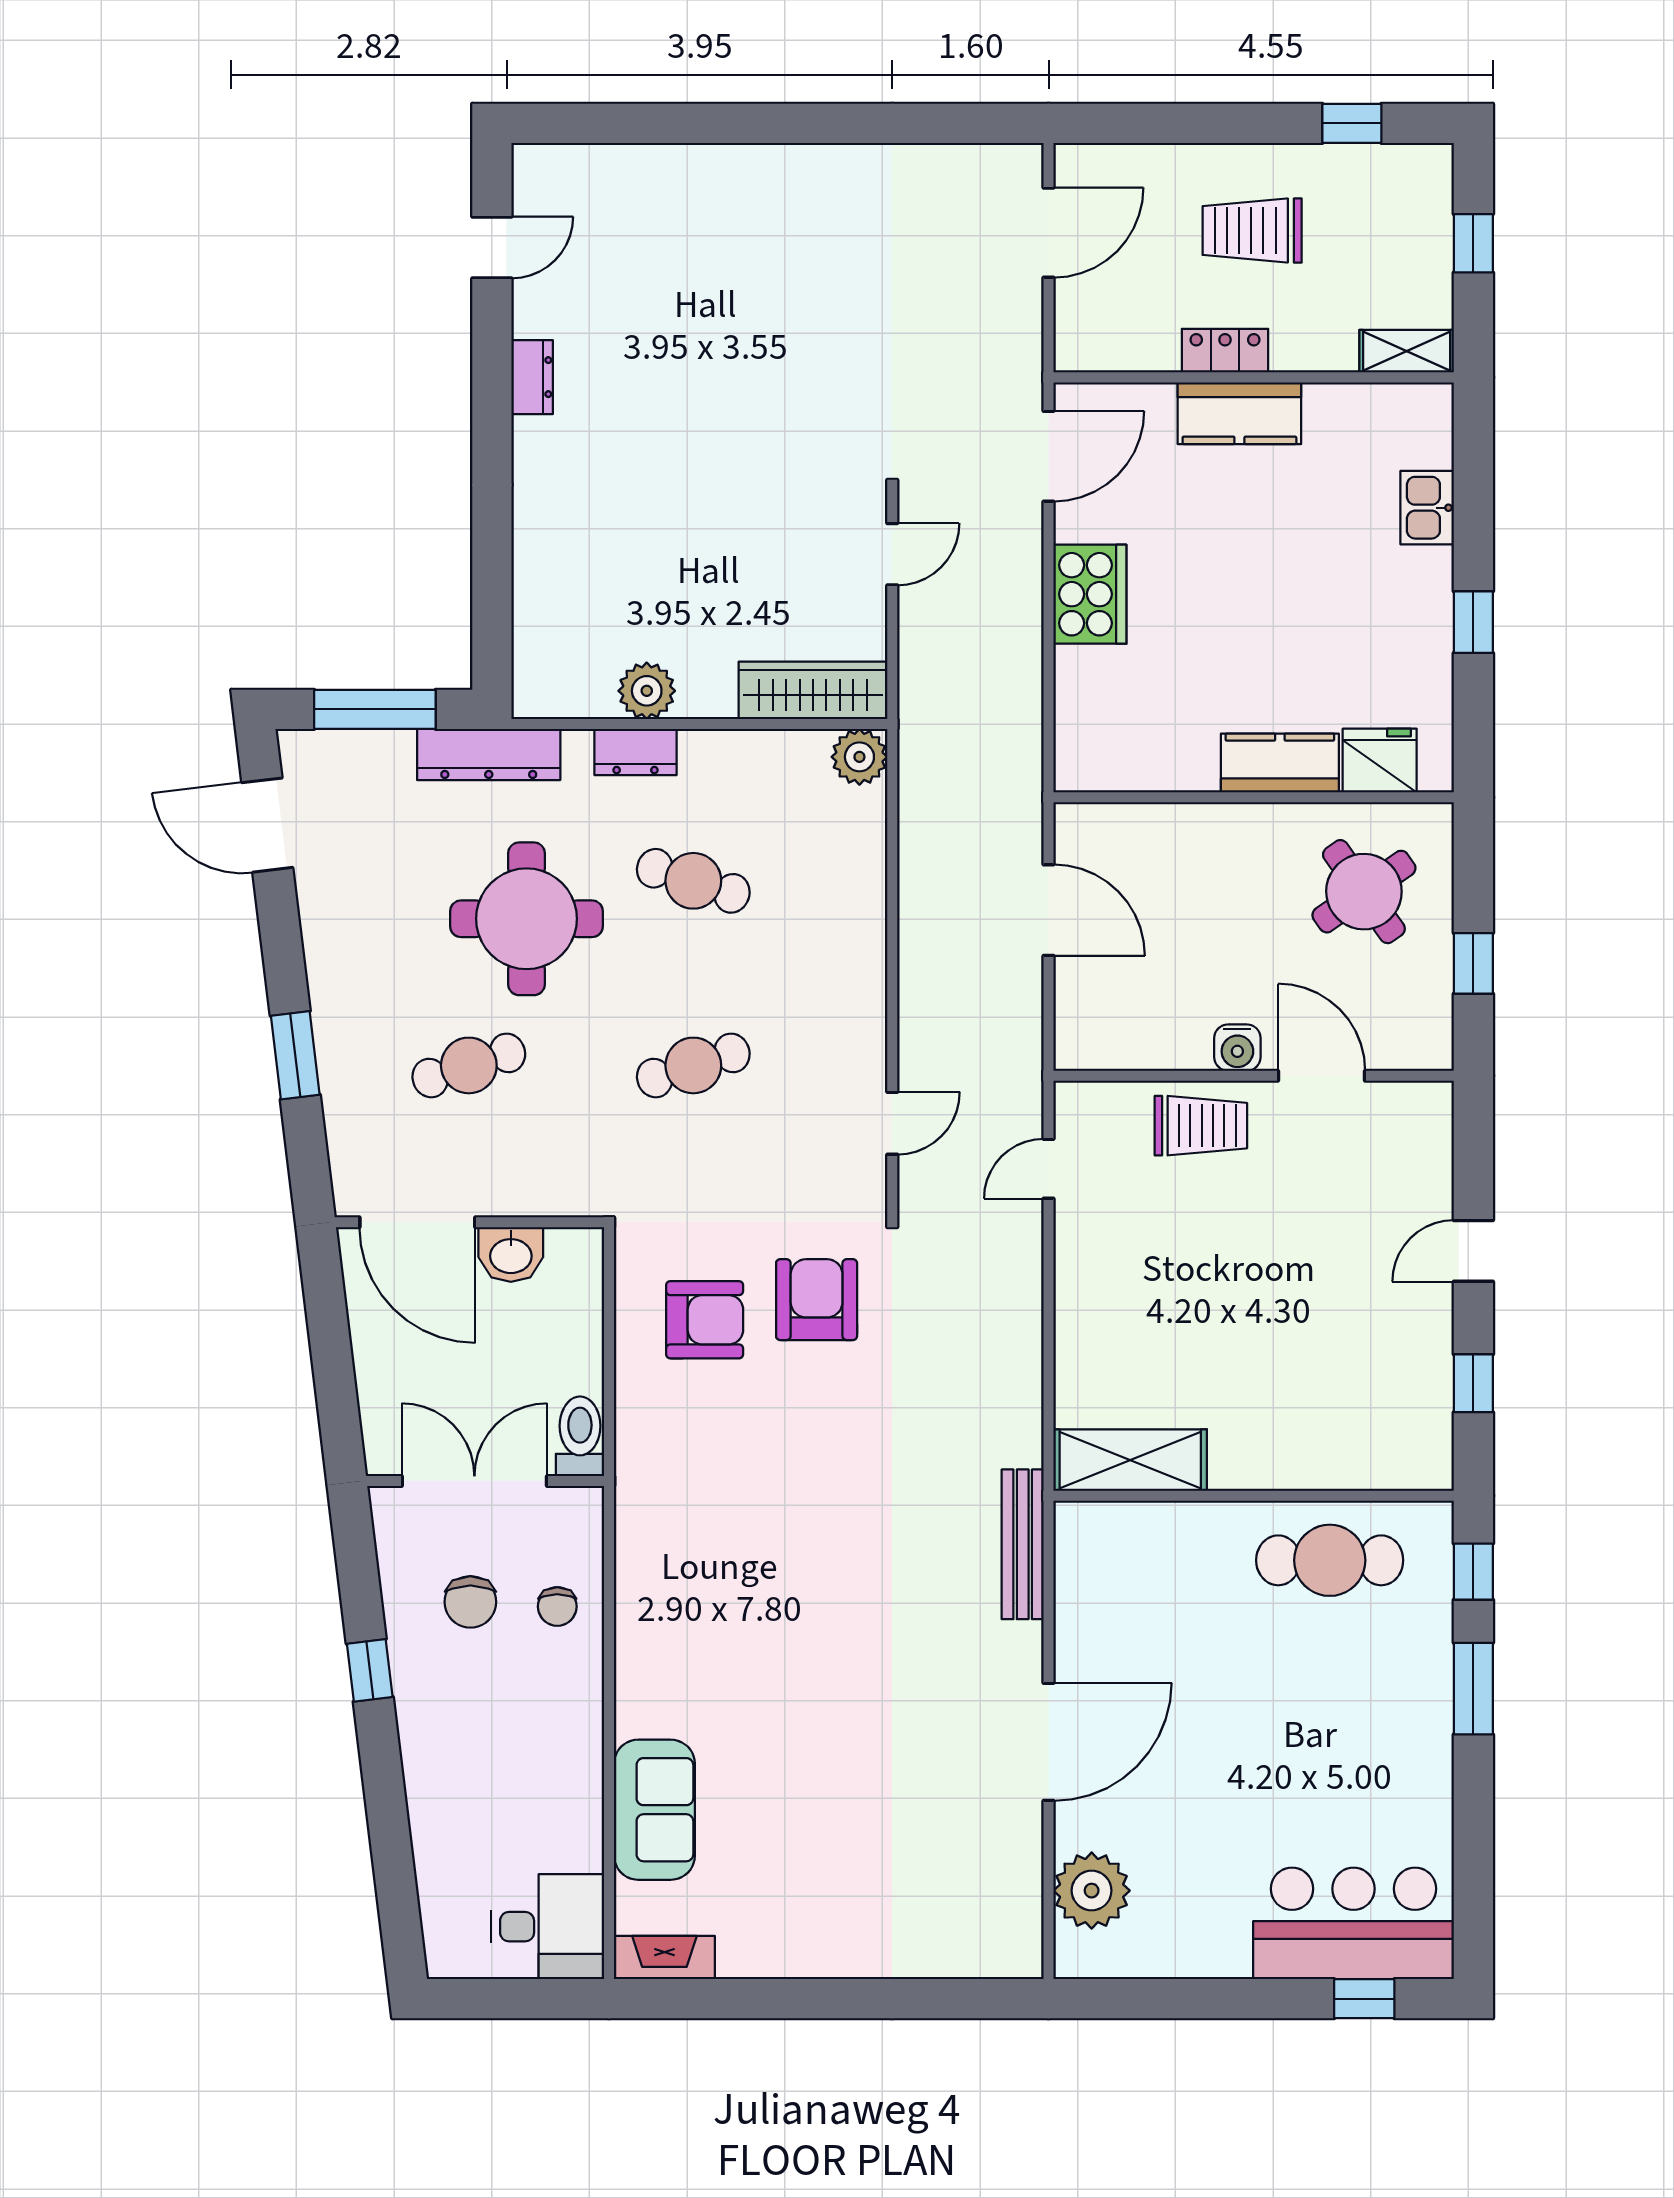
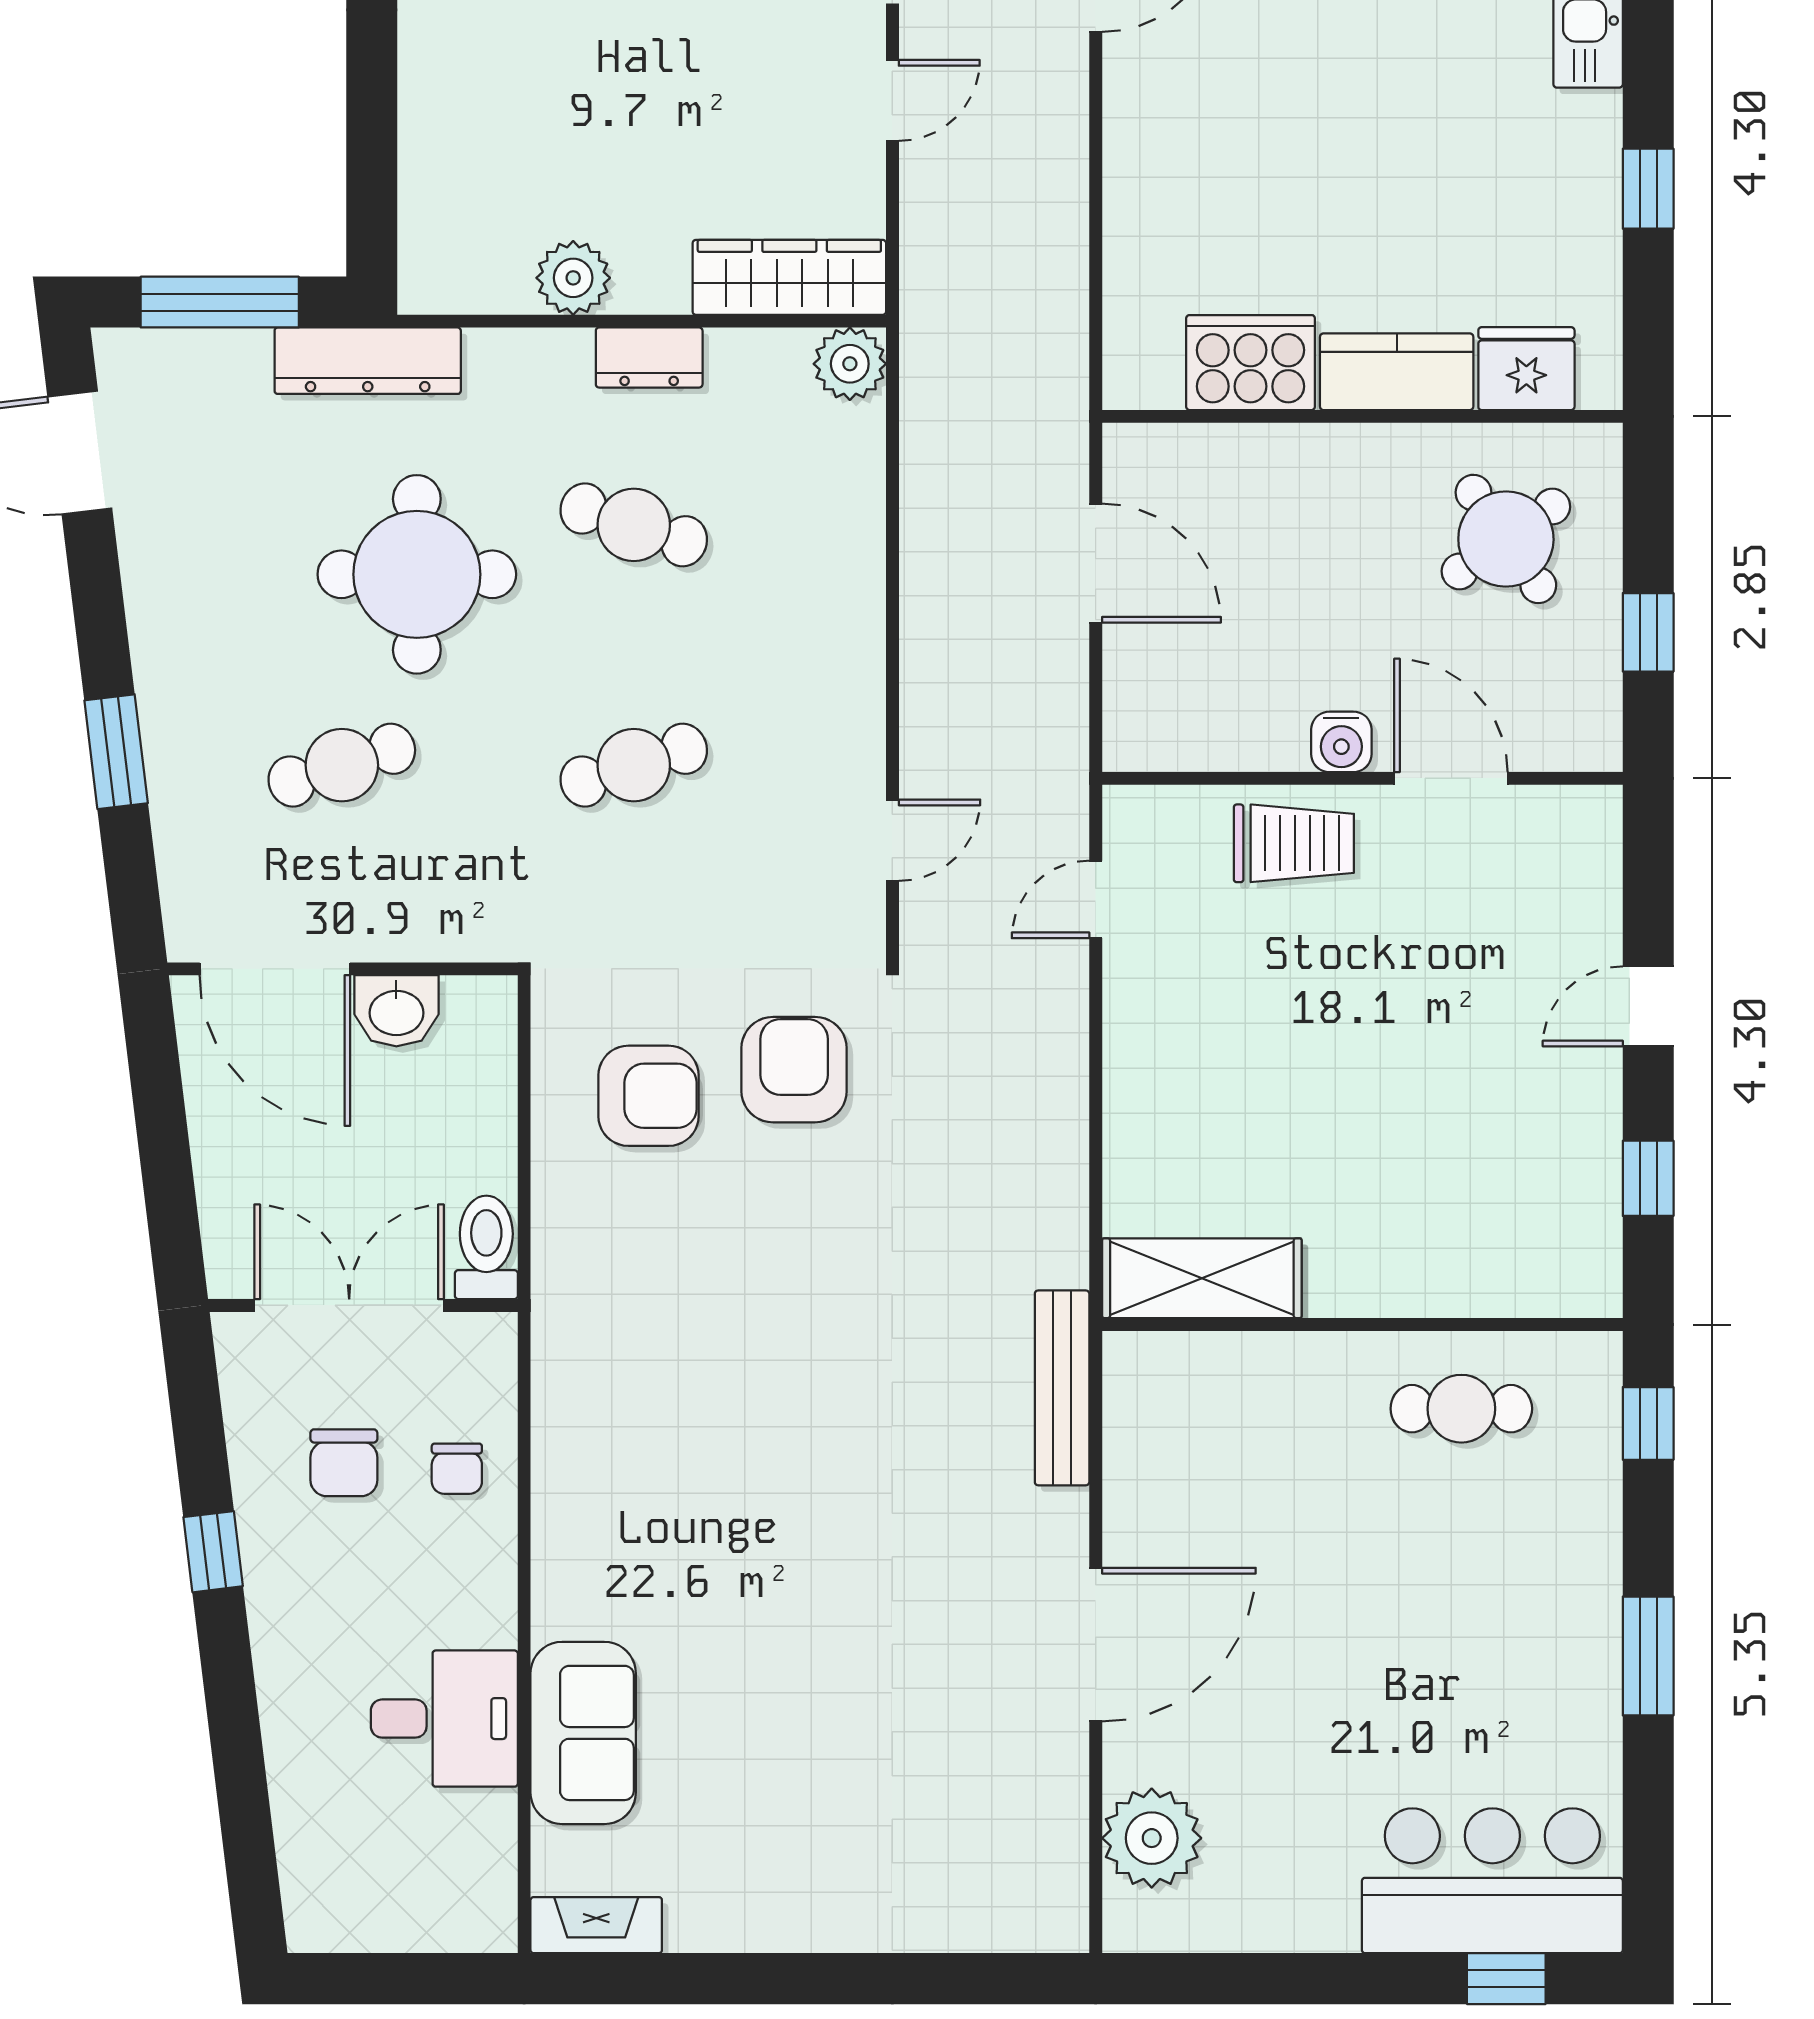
cooker: (1090, 594) -> (1251, 363), moved, turned -90
dresser: (636, 752) -> (649, 358), moved
cafe table: (1330, 1560) -> (1461, 1409), width x0.73, depth x0.74
window: (1473, 1689) -> (1648, 1656), moved
desk: (548, 1927) -> (444, 1719), moved

